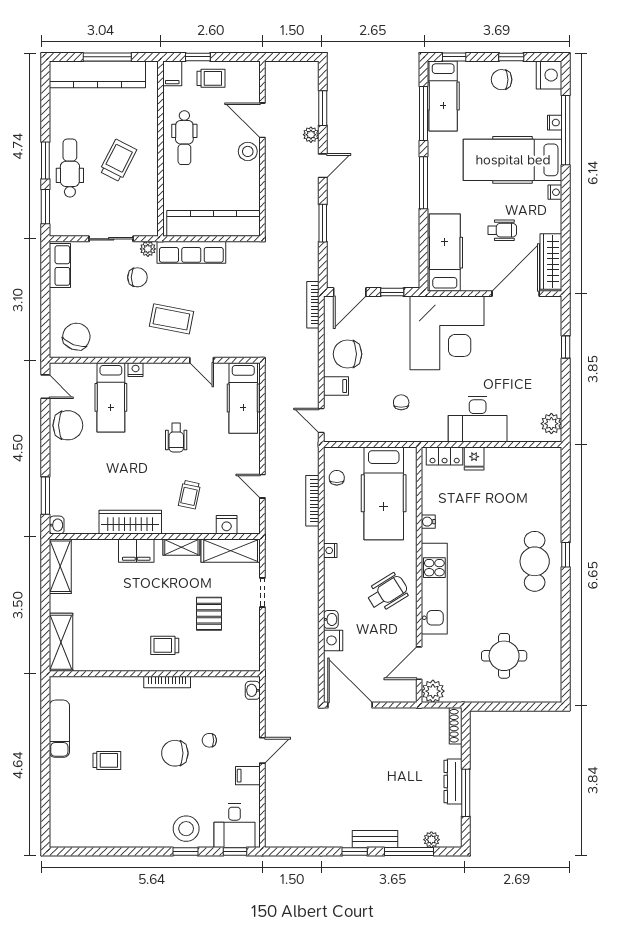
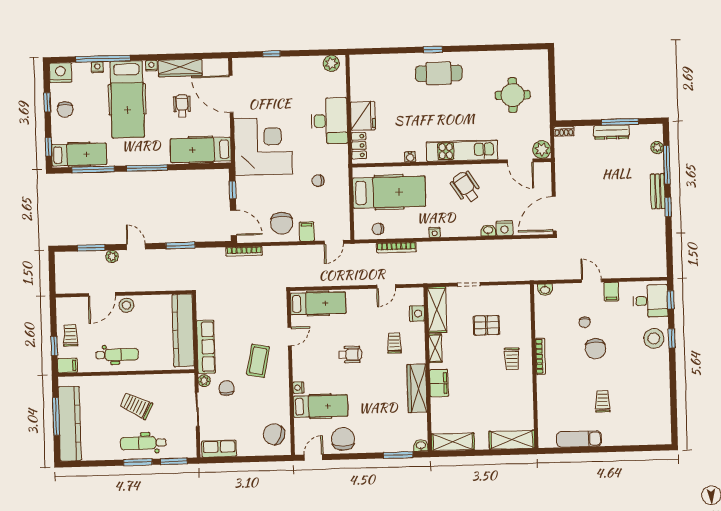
wardrobe: (551, 261) -> (180, 68), moved
fridge: (474, 459) -> (363, 116), width x1.88, depth x1.34
trolley: (189, 495) -> (394, 343), turned -102
shoe rack: (456, 726) -> (564, 131), width x0.70

